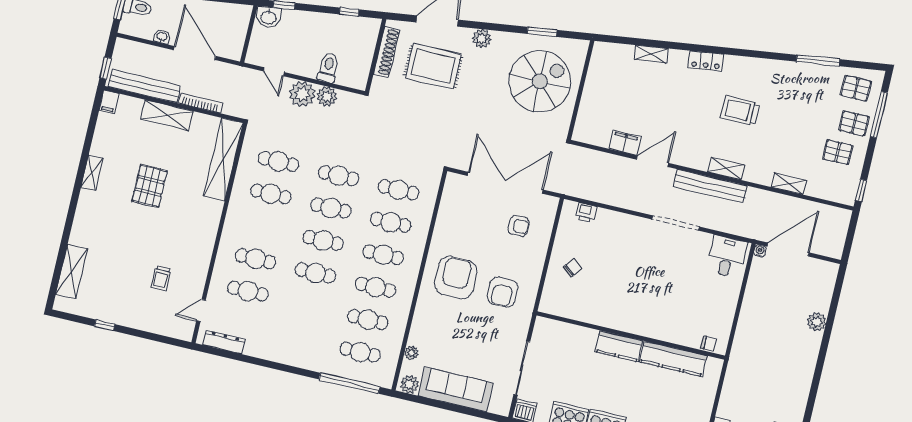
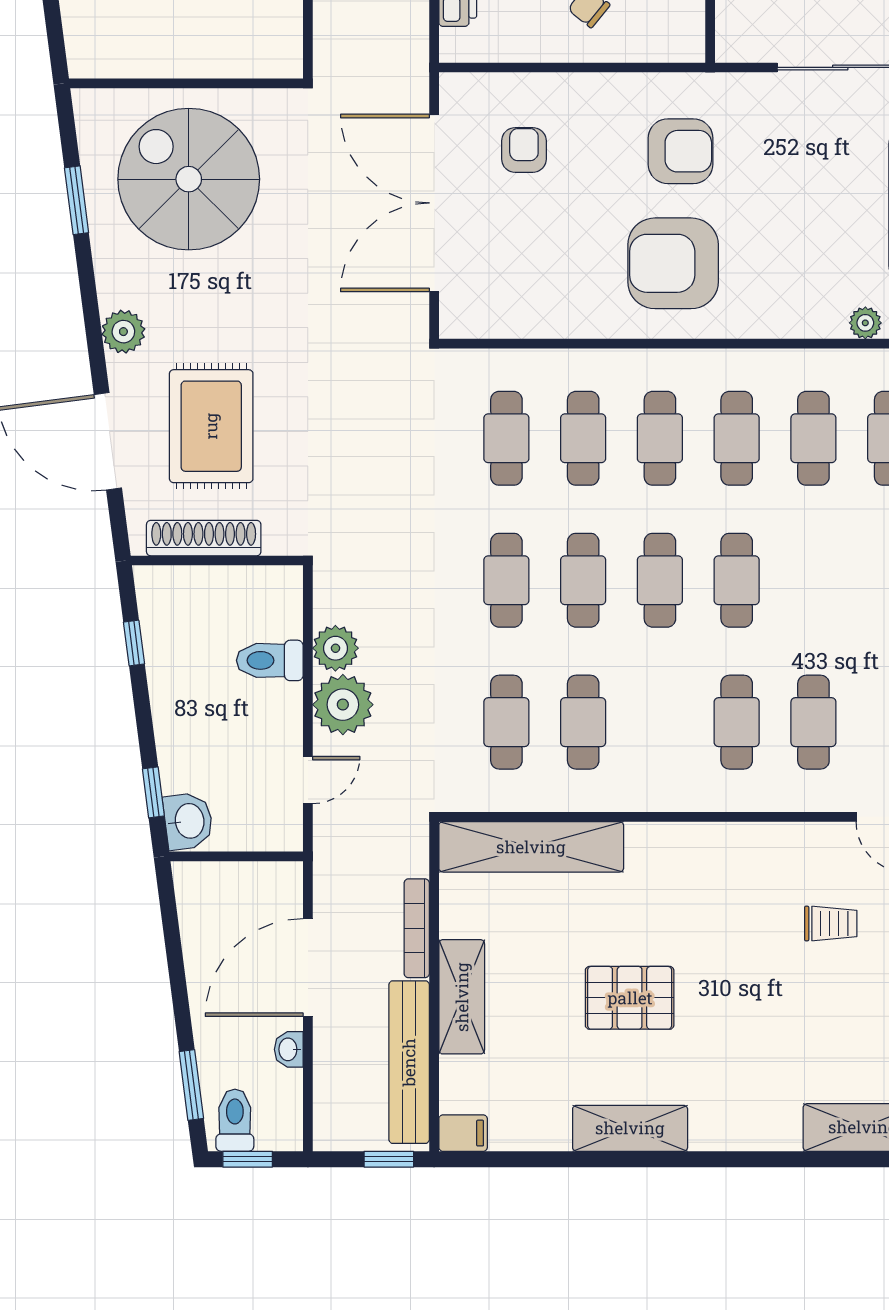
shelving: (92, 173) -> (630, 1128), width x1.50, depth x1.33

